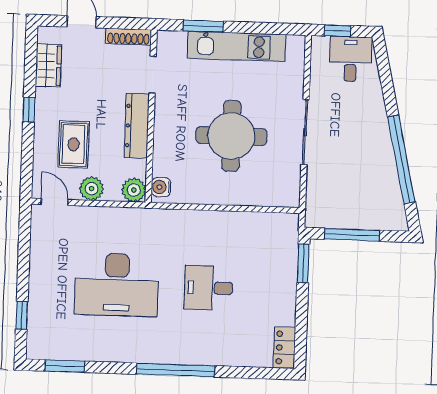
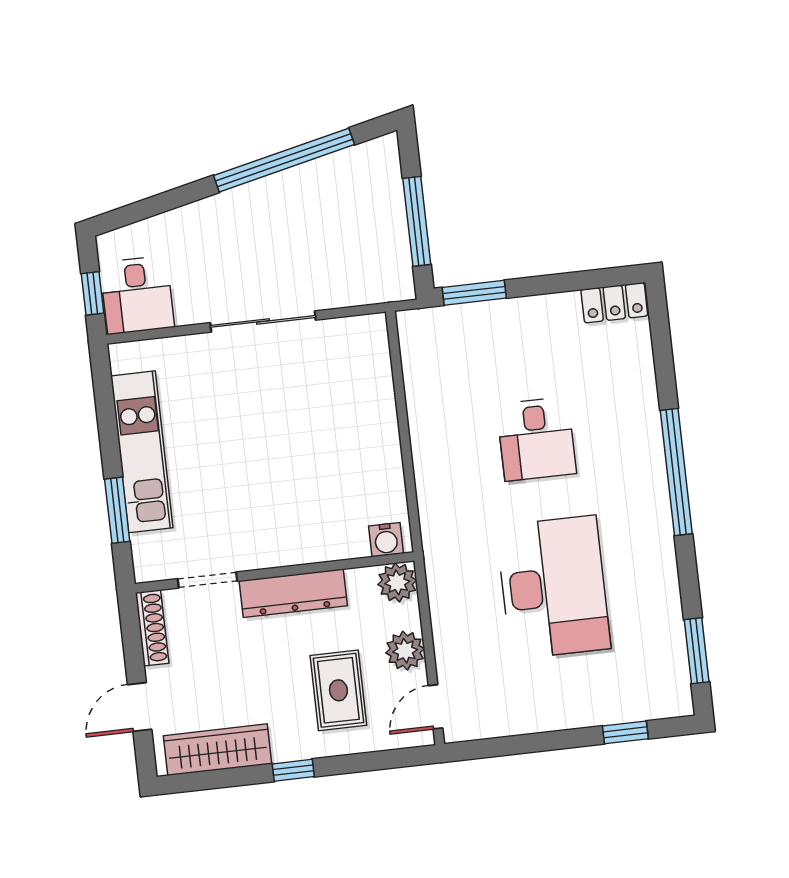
desk: (351, 59) -> (137, 295), moved, turned -90
wardrobe: (48, 65) -> (218, 750), width x1.50
round table: (231, 136) -> (287, 439), removed
rug: (74, 144) -> (338, 690), turned 90

